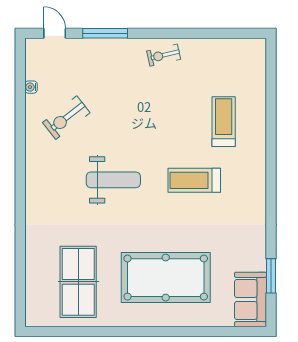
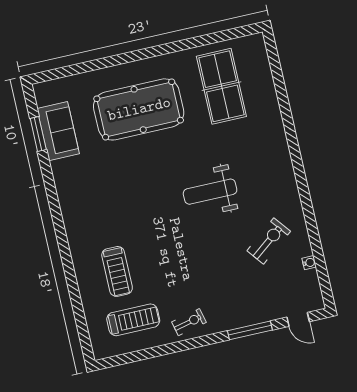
treadmill: (194, 180) -> (133, 320), moved
sofa: (250, 300) -> (58, 131), moved

